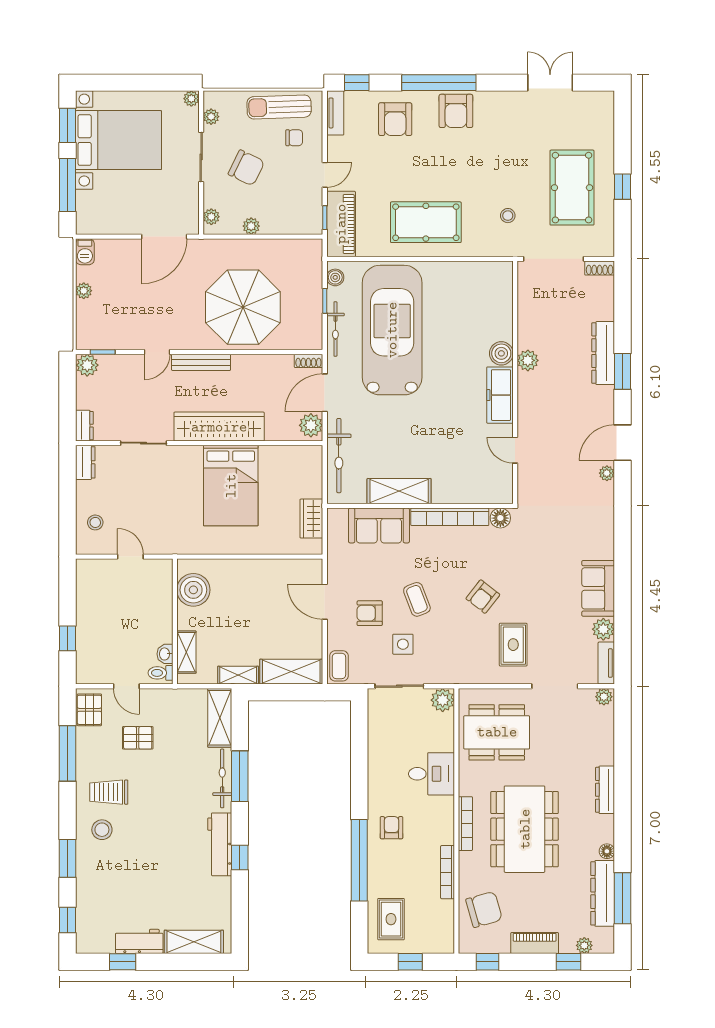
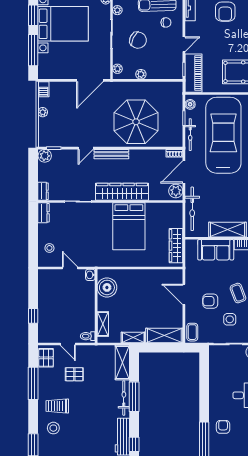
wardrobe: (311, 519) -> (176, 246), width x1.50
washbasin: (165, 654) -> (90, 275), moved

